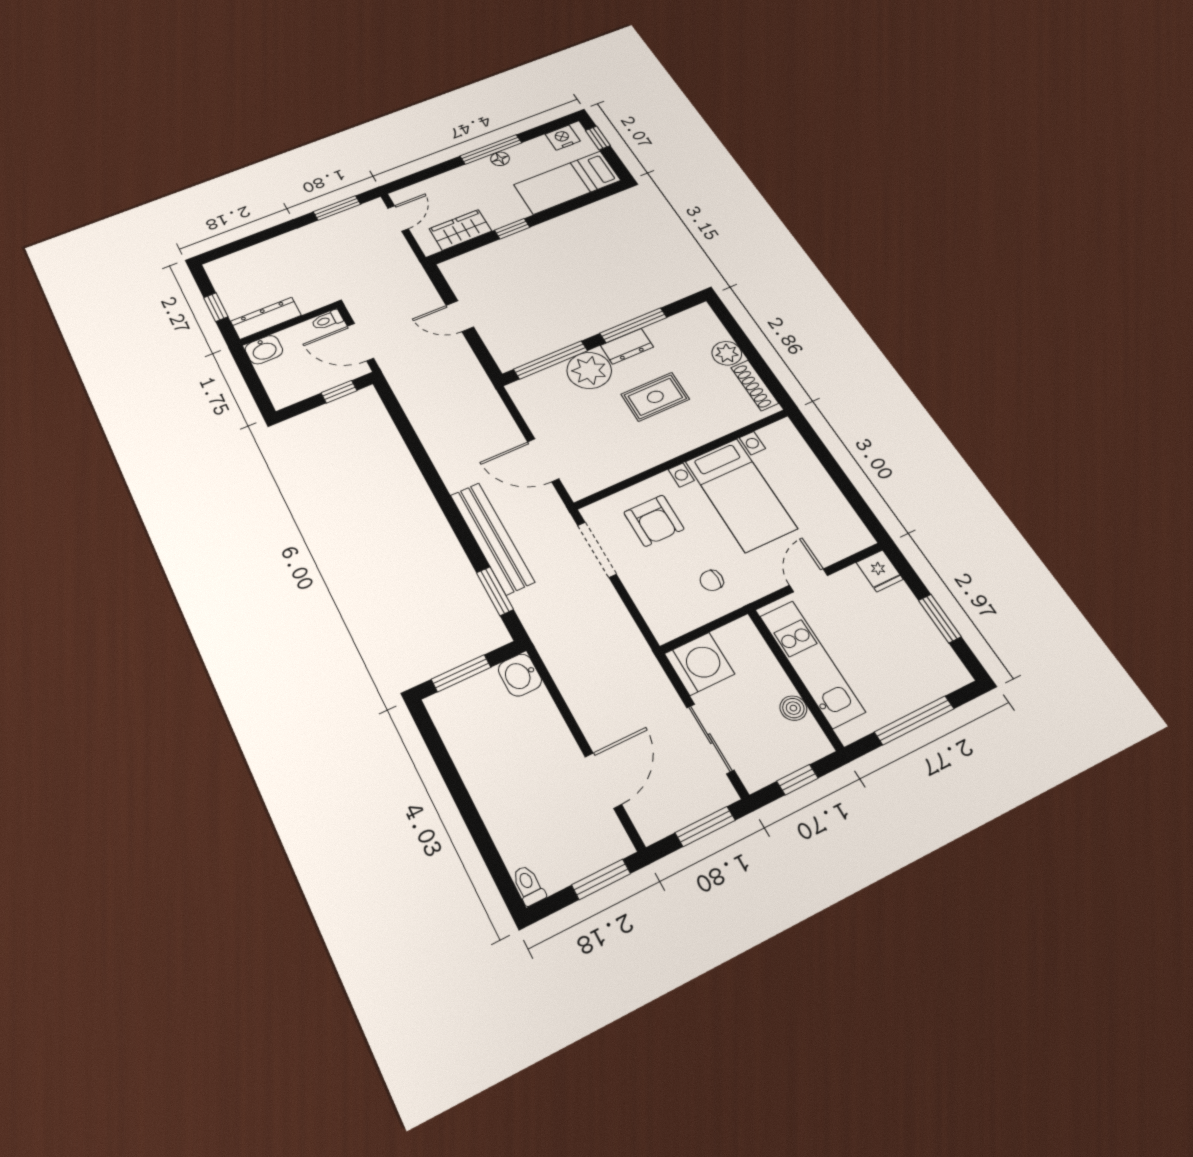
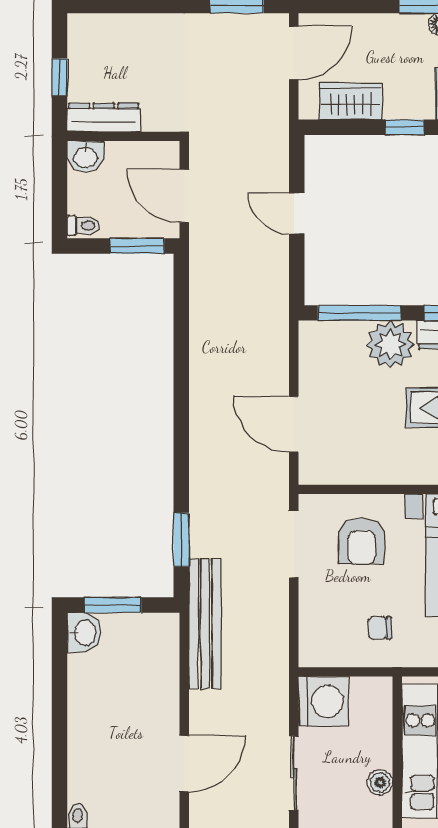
door: (398, 218) -> (294, 53), width x1.38
toilet: (327, 320) -> (83, 226), moved, turned 180
window: (339, 392) -> (137, 246), width x1.50
bench: (492, 538) -> (205, 624), moved
washbasin: (520, 675) -> (84, 633), moved, turned 180

